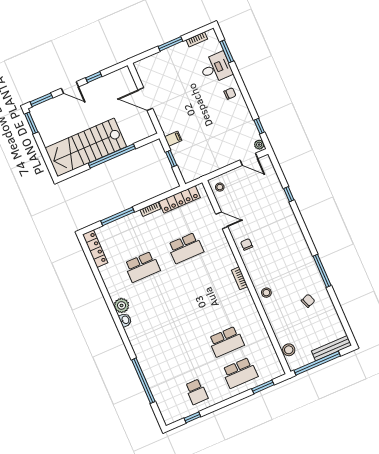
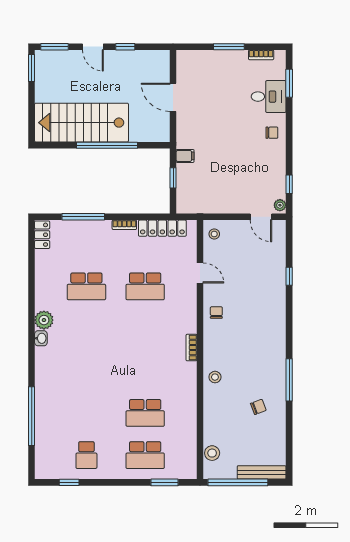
locker: (95, 249) -> (42, 235), width x0.66

